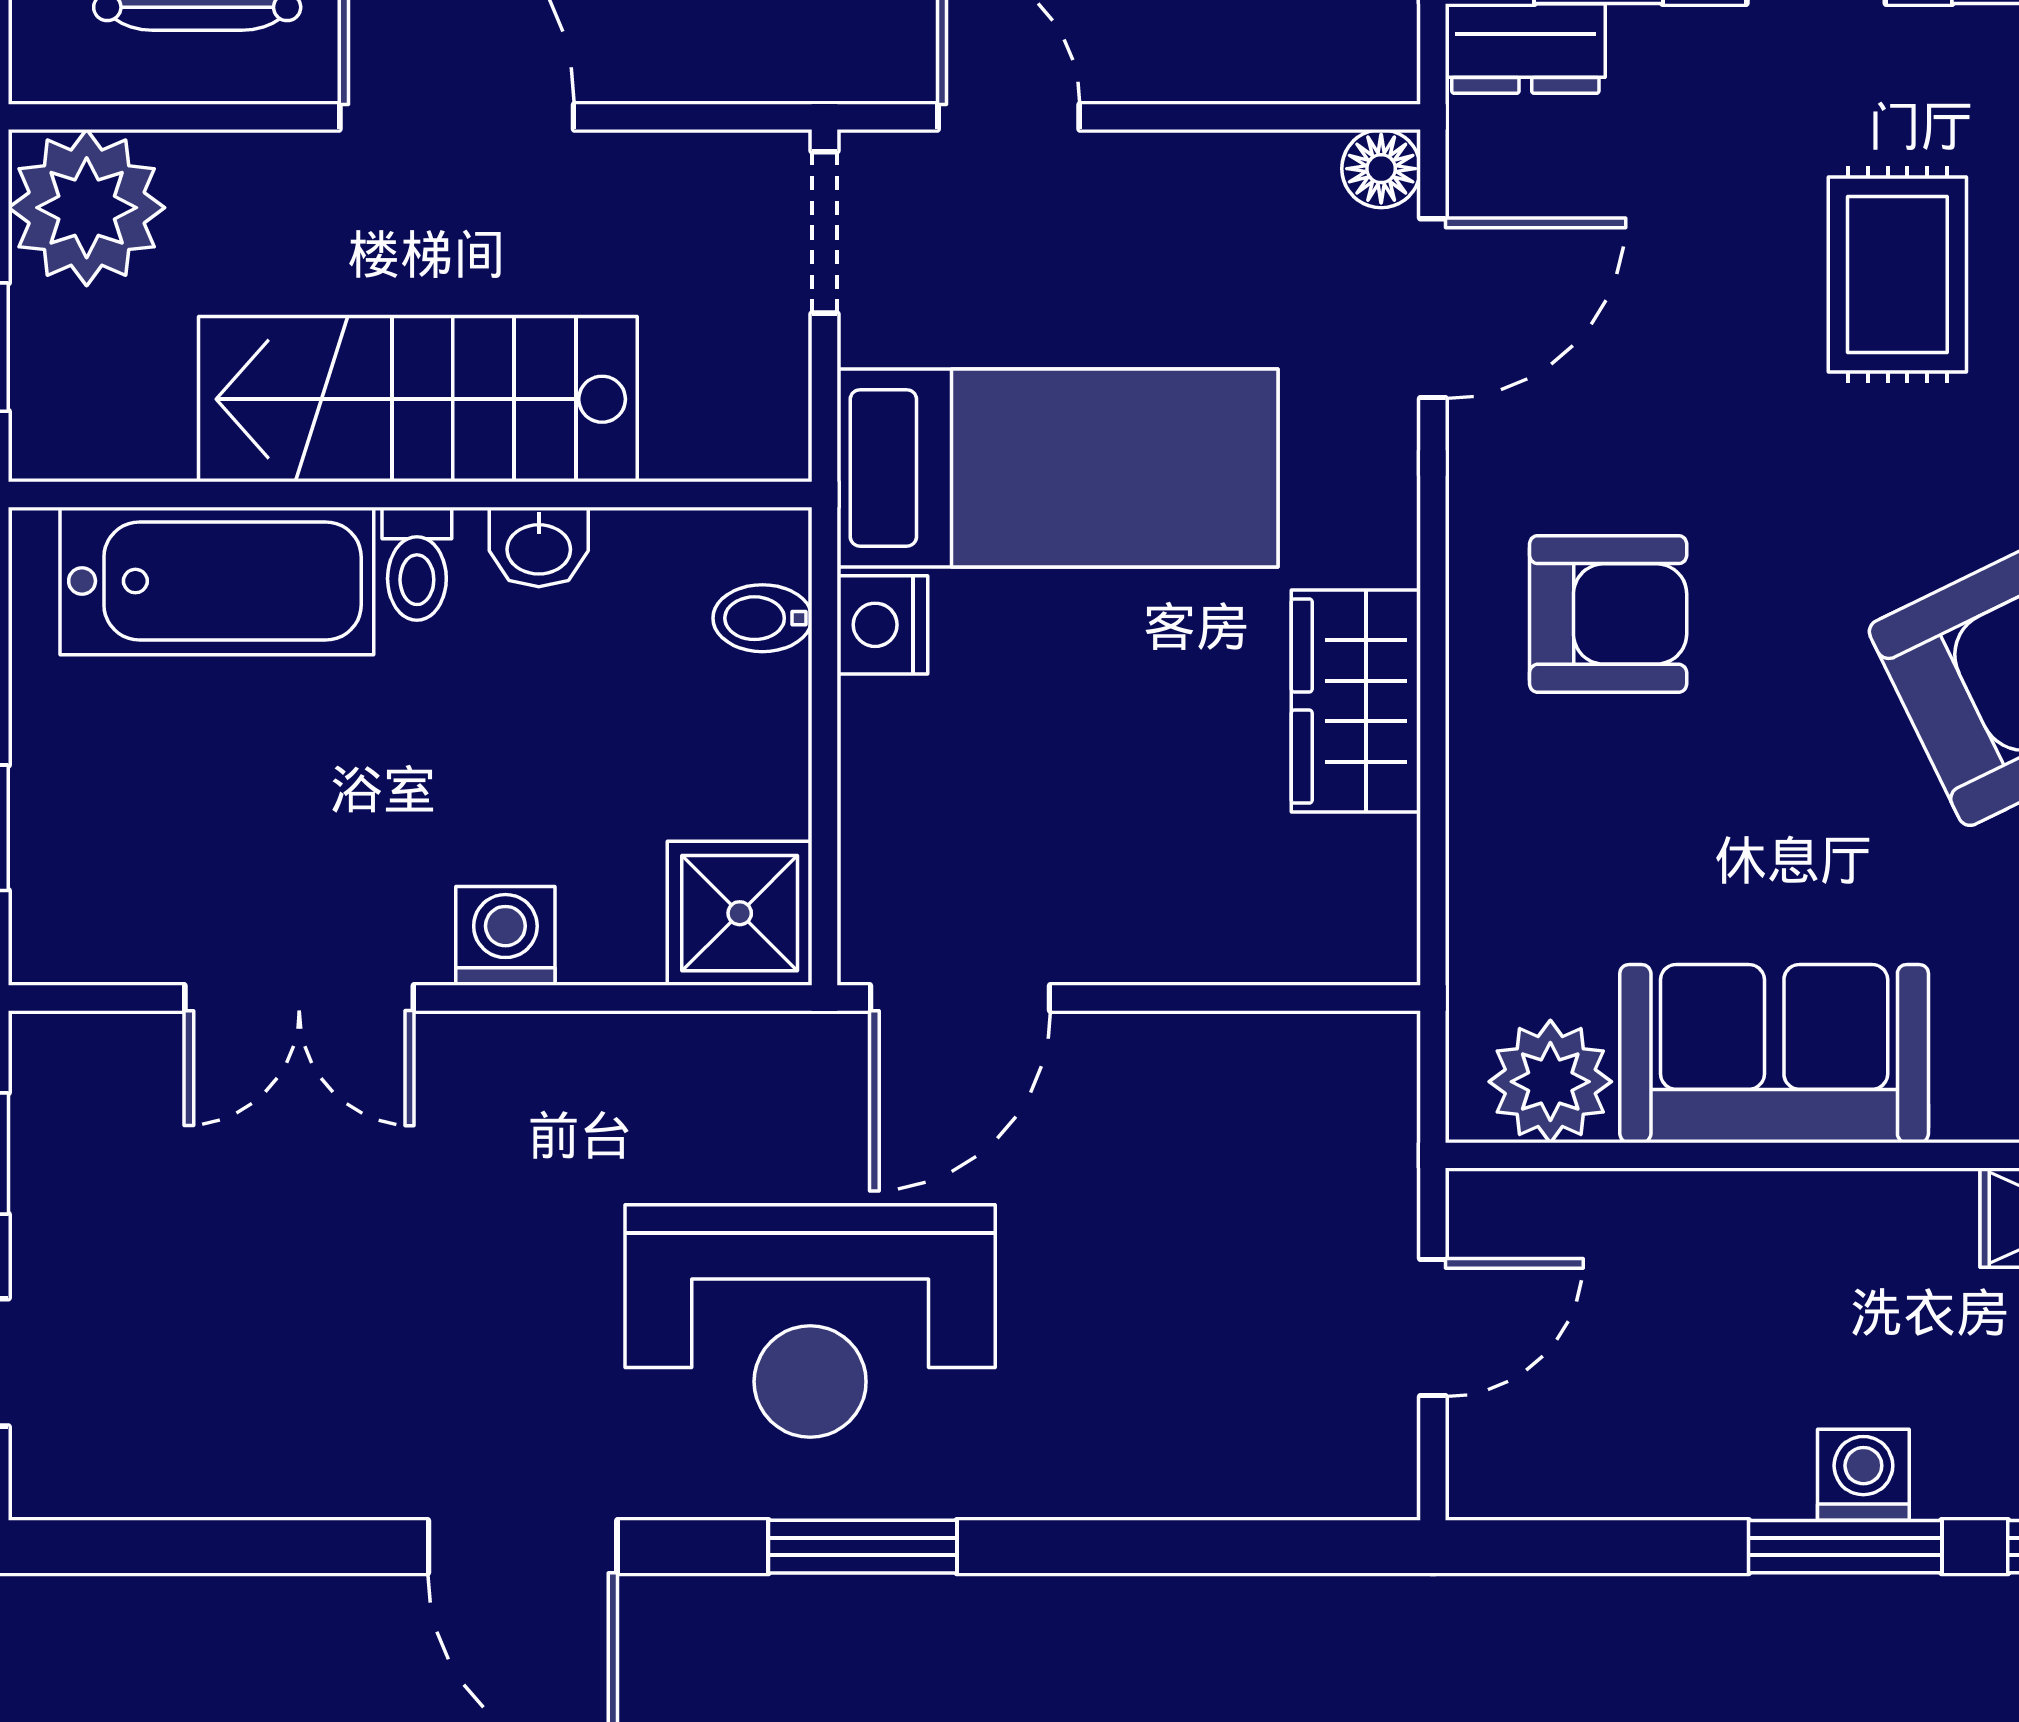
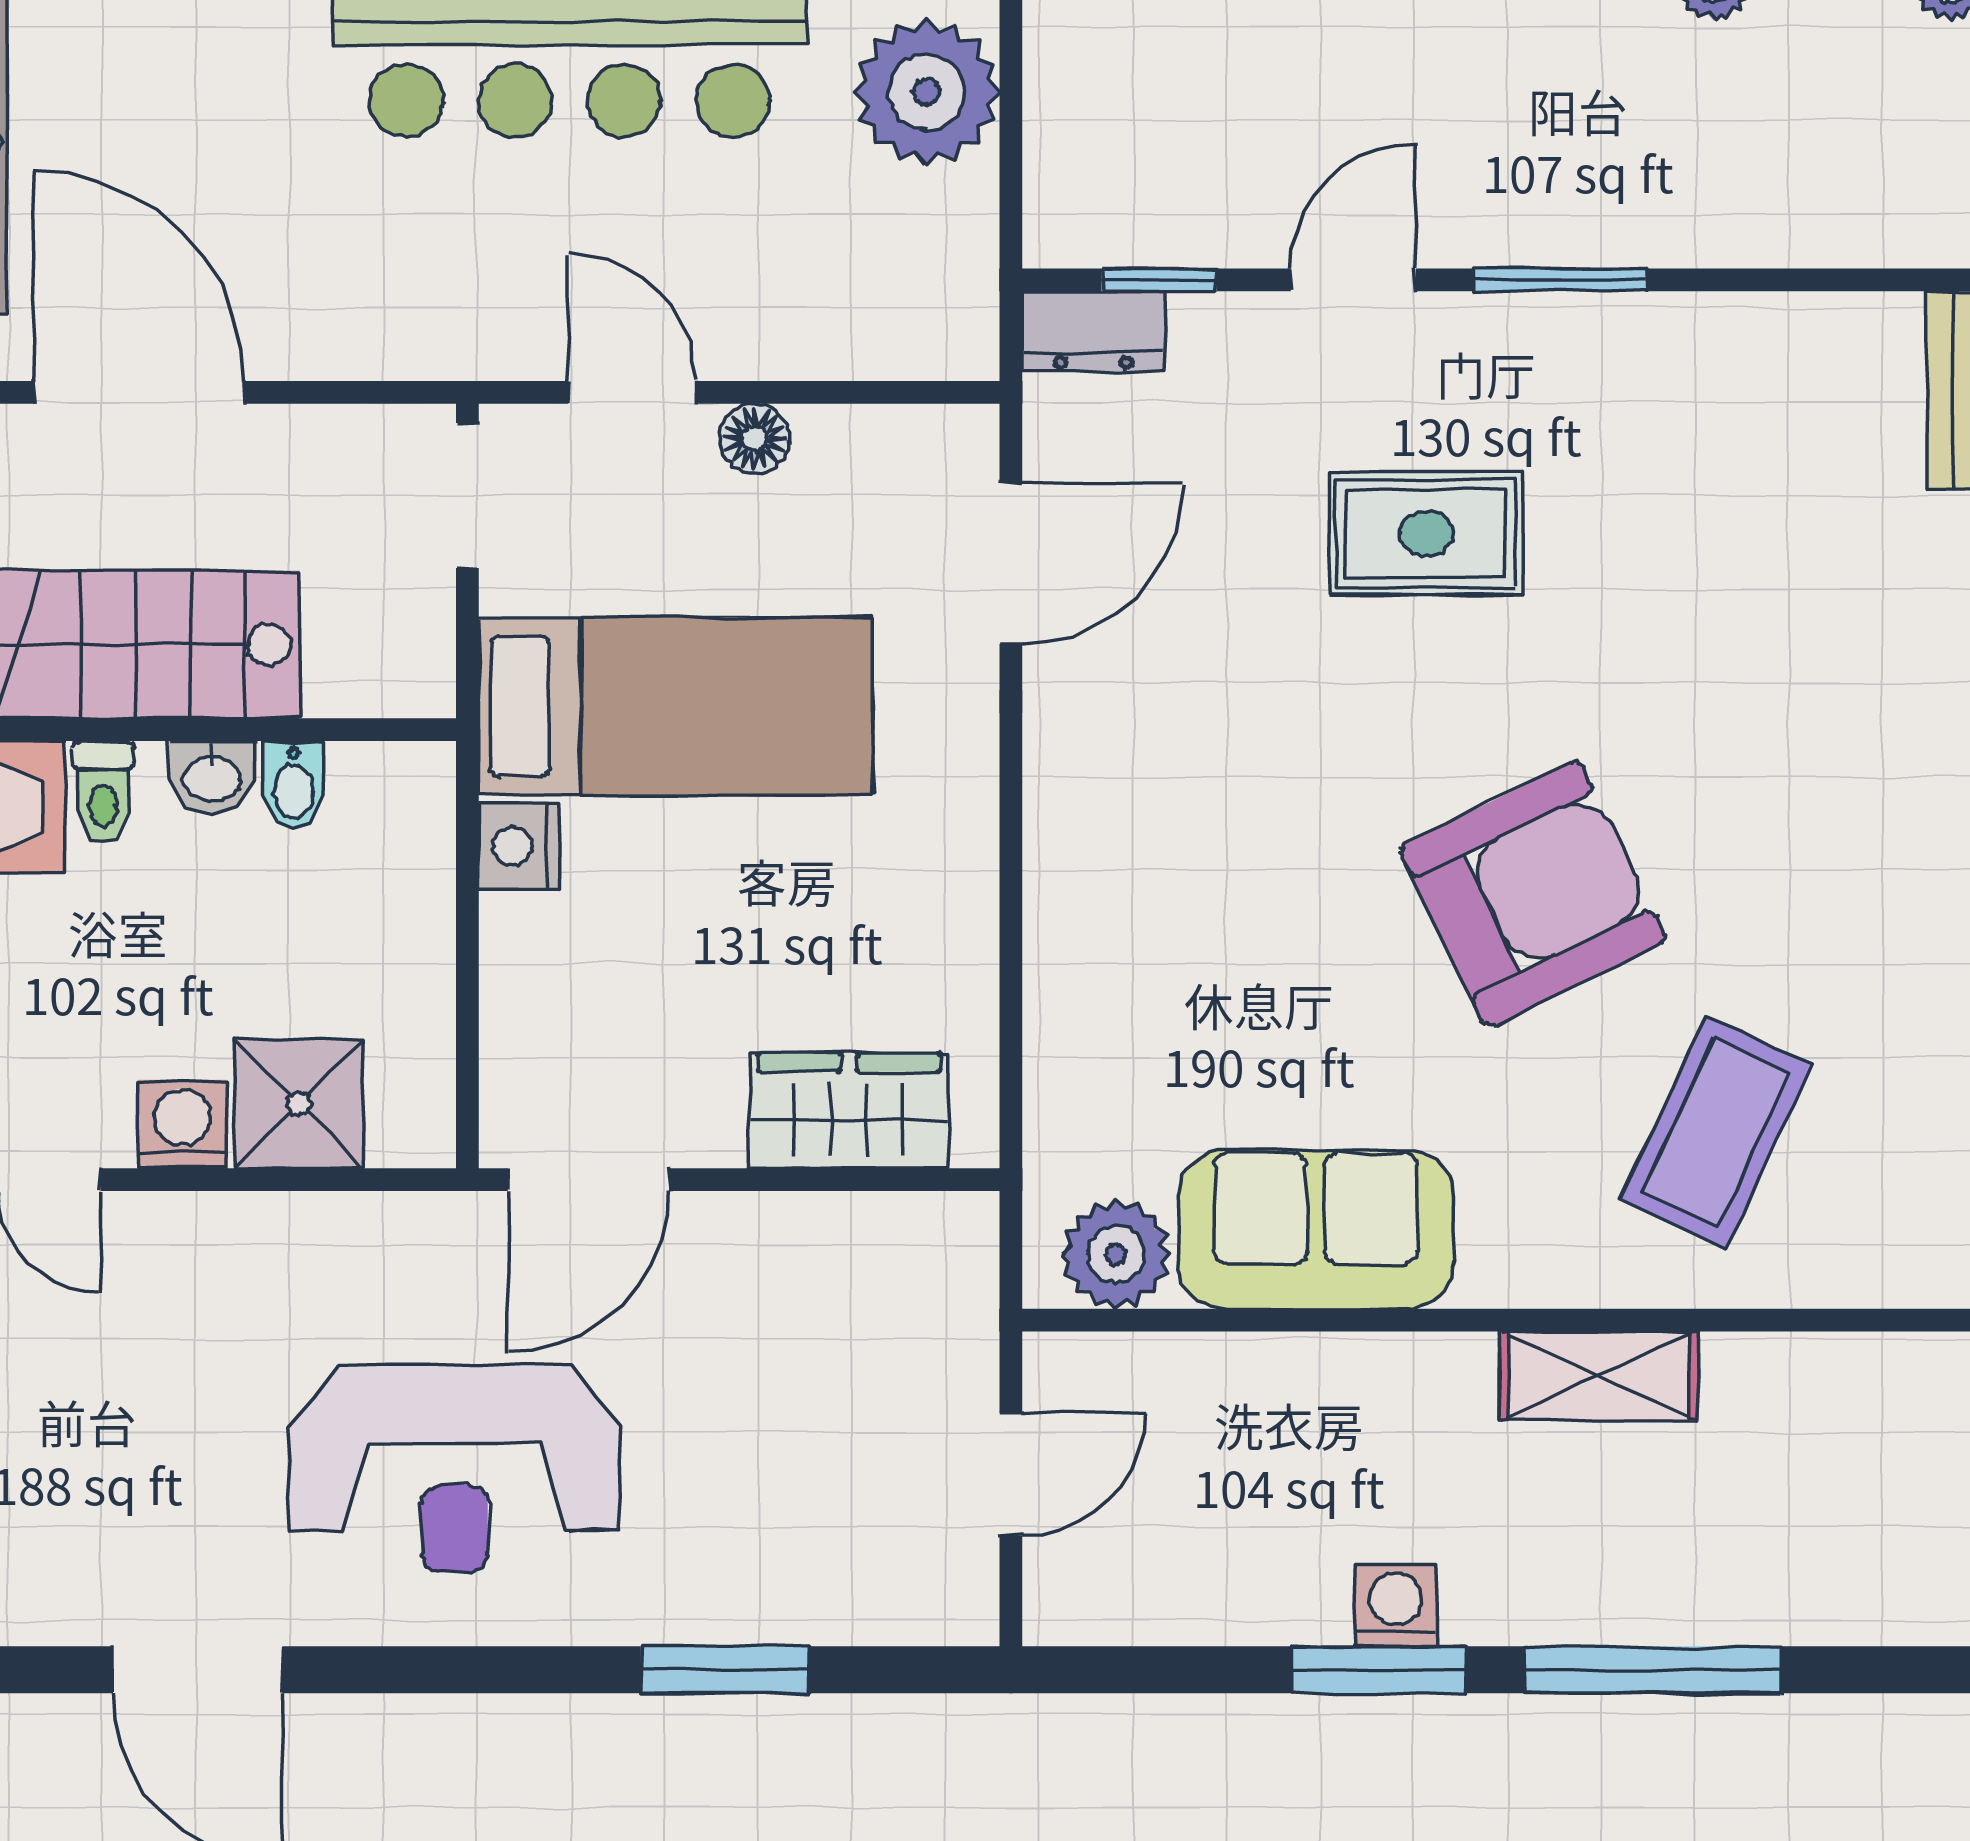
floor lamp: (1381, 169) -> (755, 439), moved
rug: (1897, 275) -> (1426, 533), turned 90
armchair: (1608, 614) -> (1167, 836), removed
bidet: (762, 618) -> (294, 785), moved, turned -90
wardrobe: (1356, 701) -> (849, 1111), moved, turned 90
shower: (740, 913) -> (298, 1104), moved
window: (863, 1547) -> (725, 1670), moved

